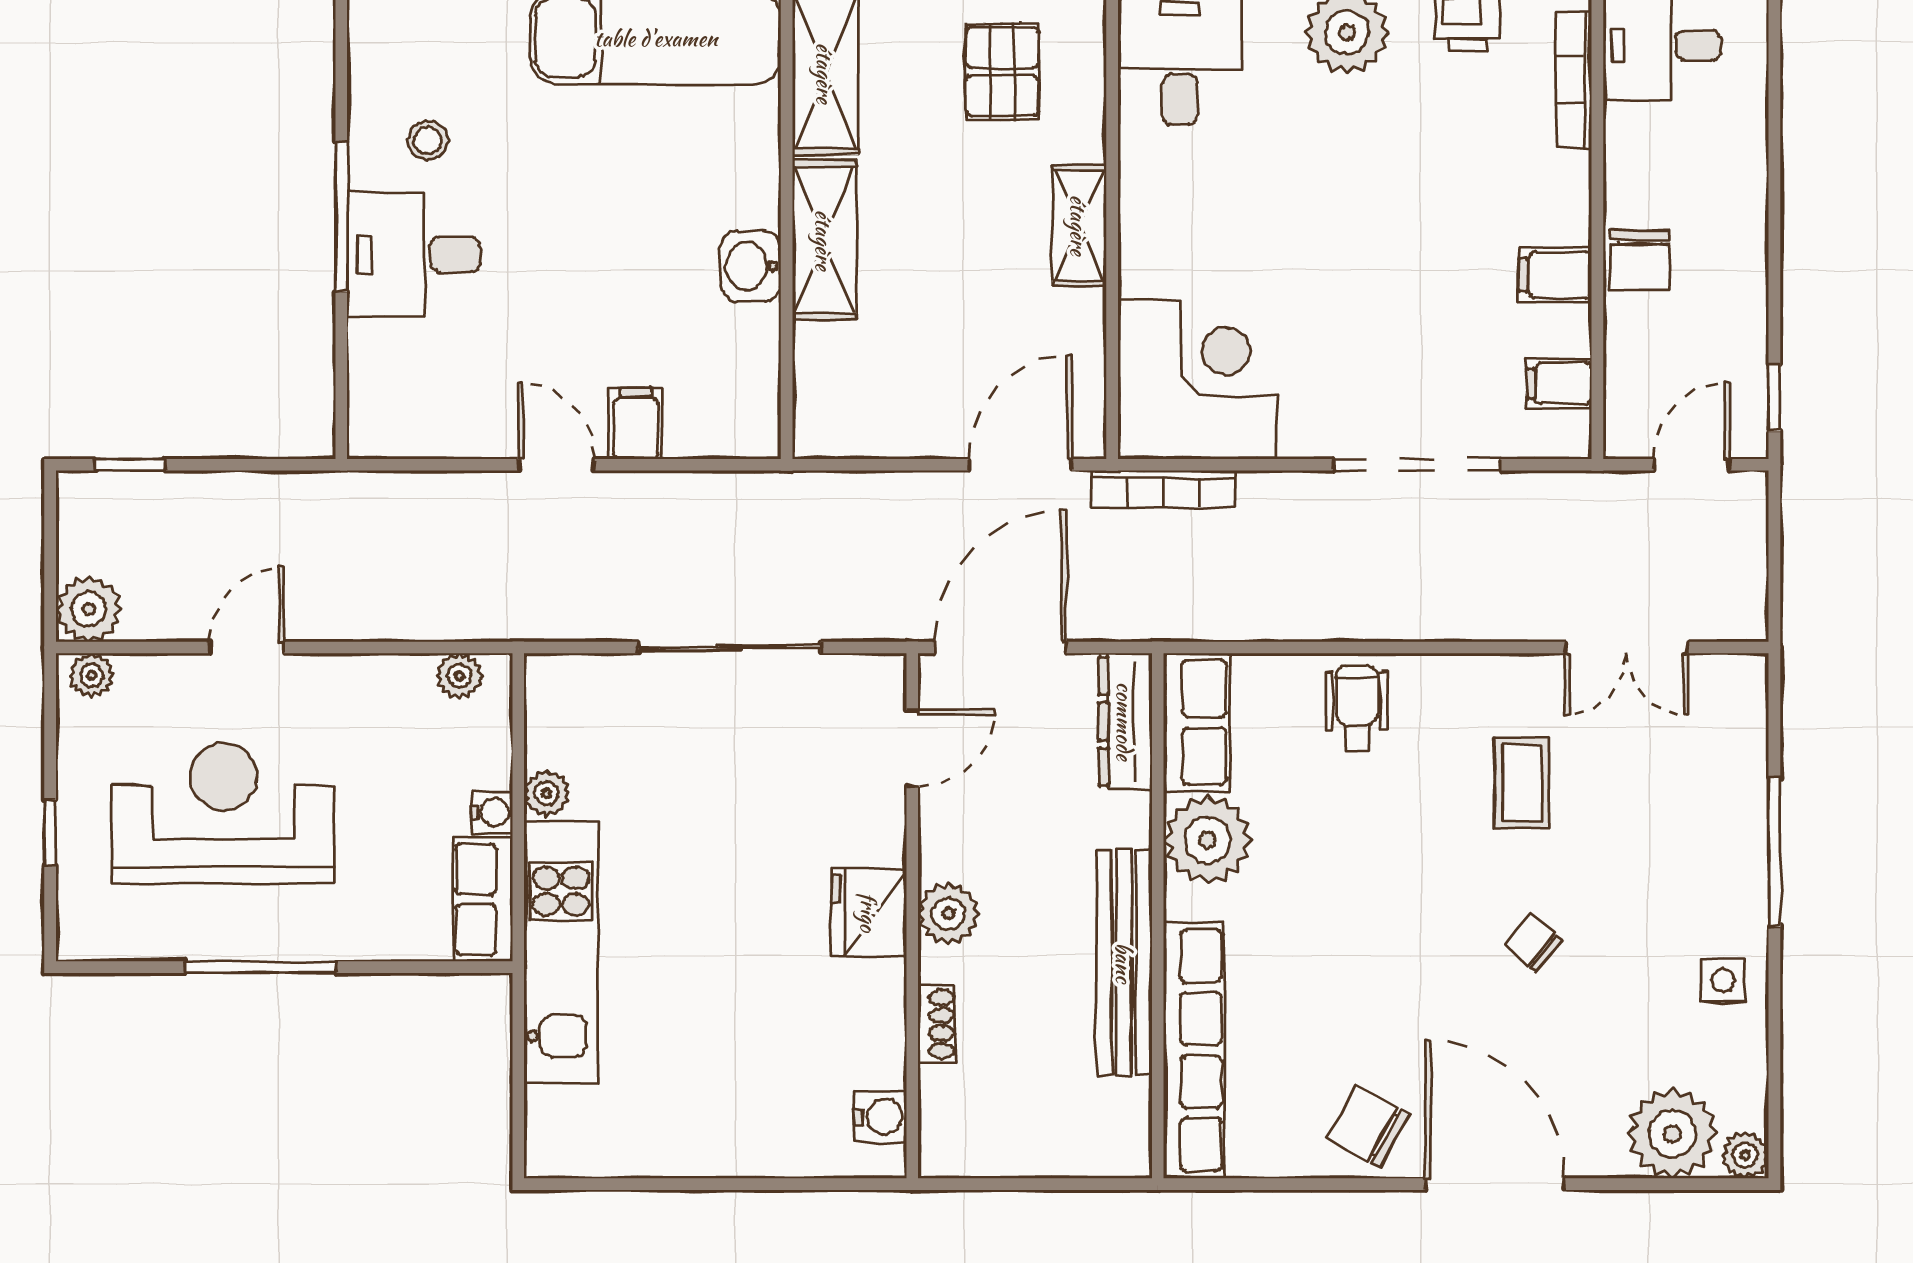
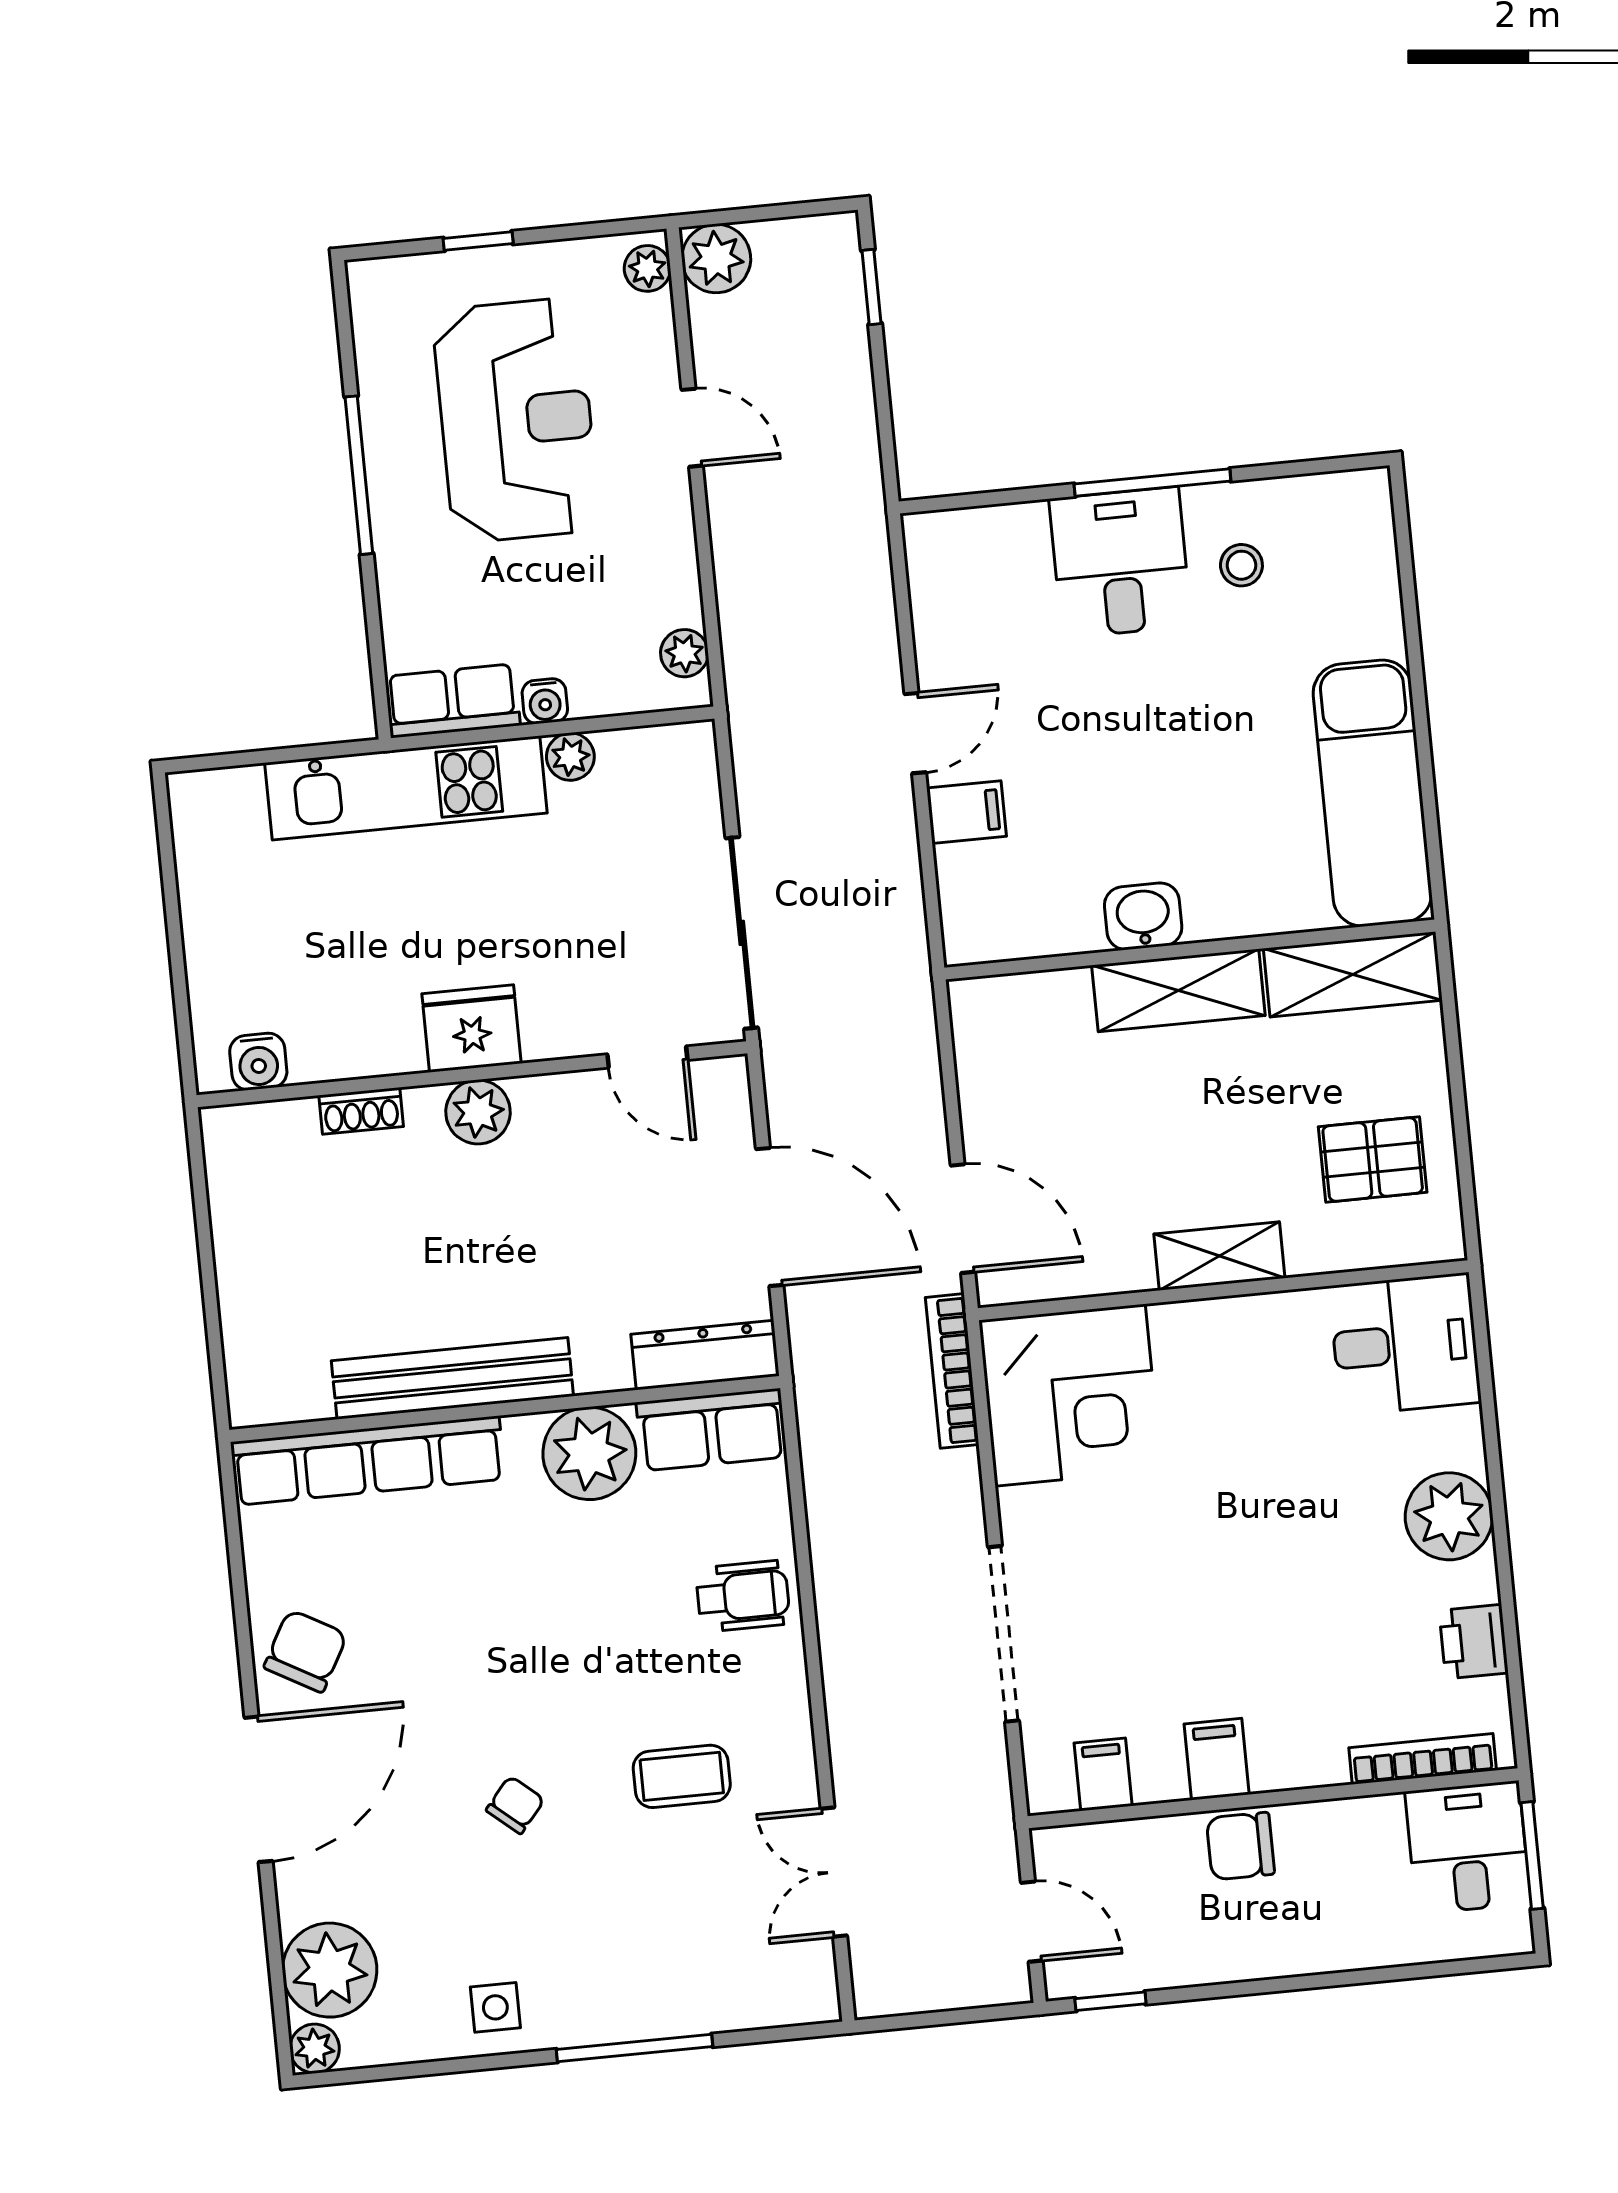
door: (912, 748) -> (647, 1057), moved
fridge: (869, 912) -> (472, 1028), moved
plant: (948, 914) -> (478, 1112), moved
wall: (912, 916) -> (472, 1074), moved
shoe rack: (937, 1024) -> (361, 1111), moved
water cooler: (880, 1117) -> (258, 1062), moved

